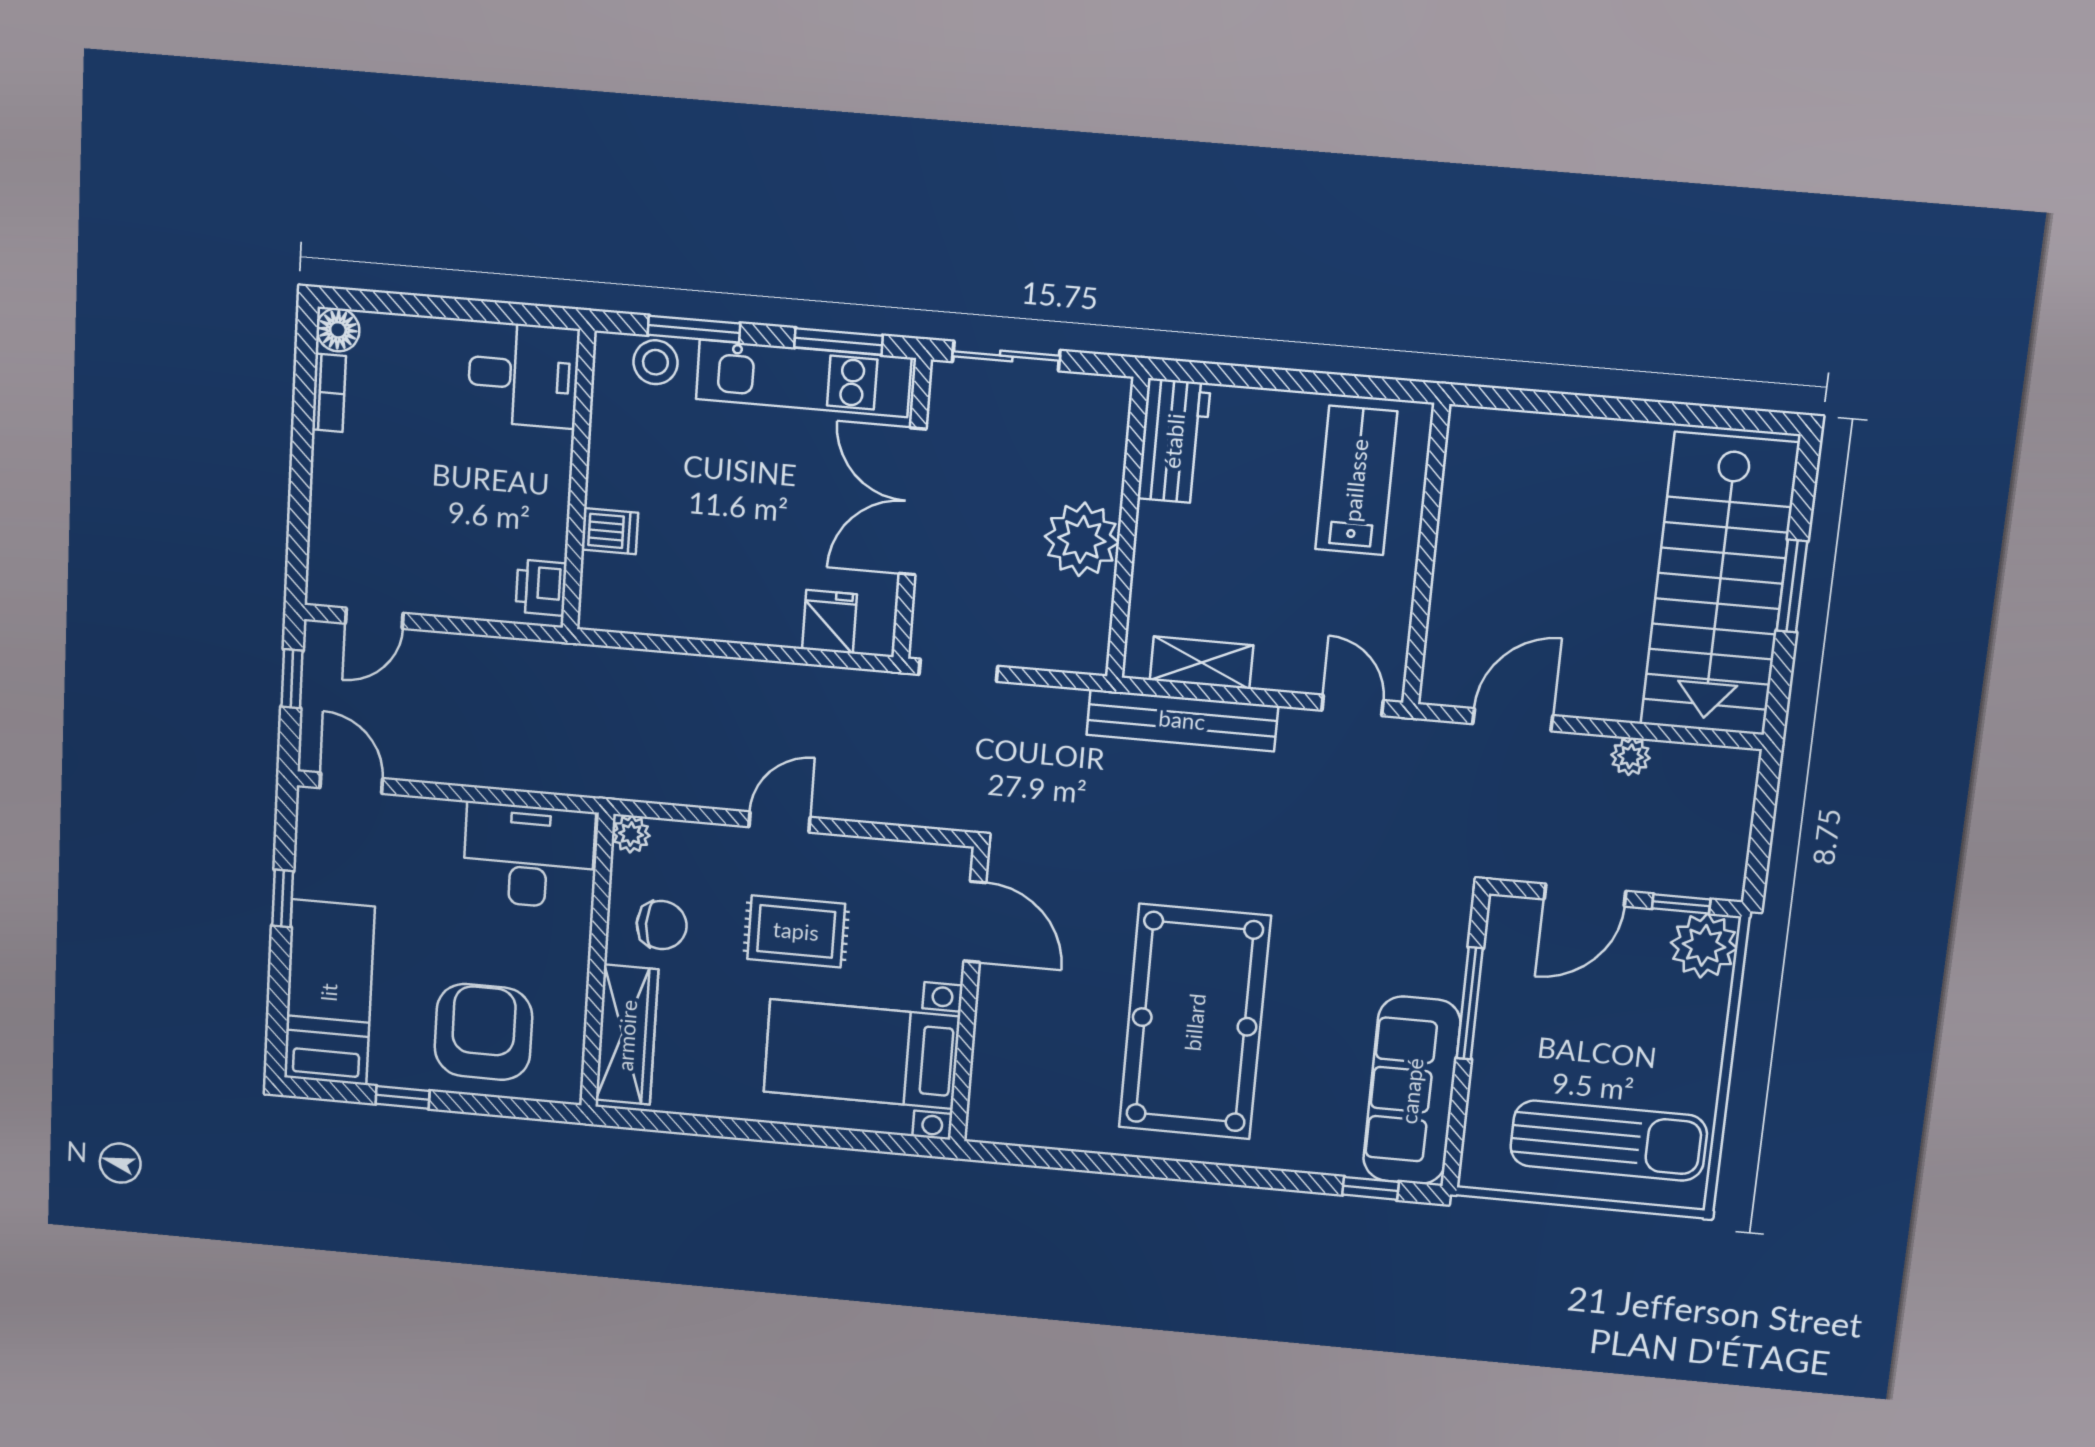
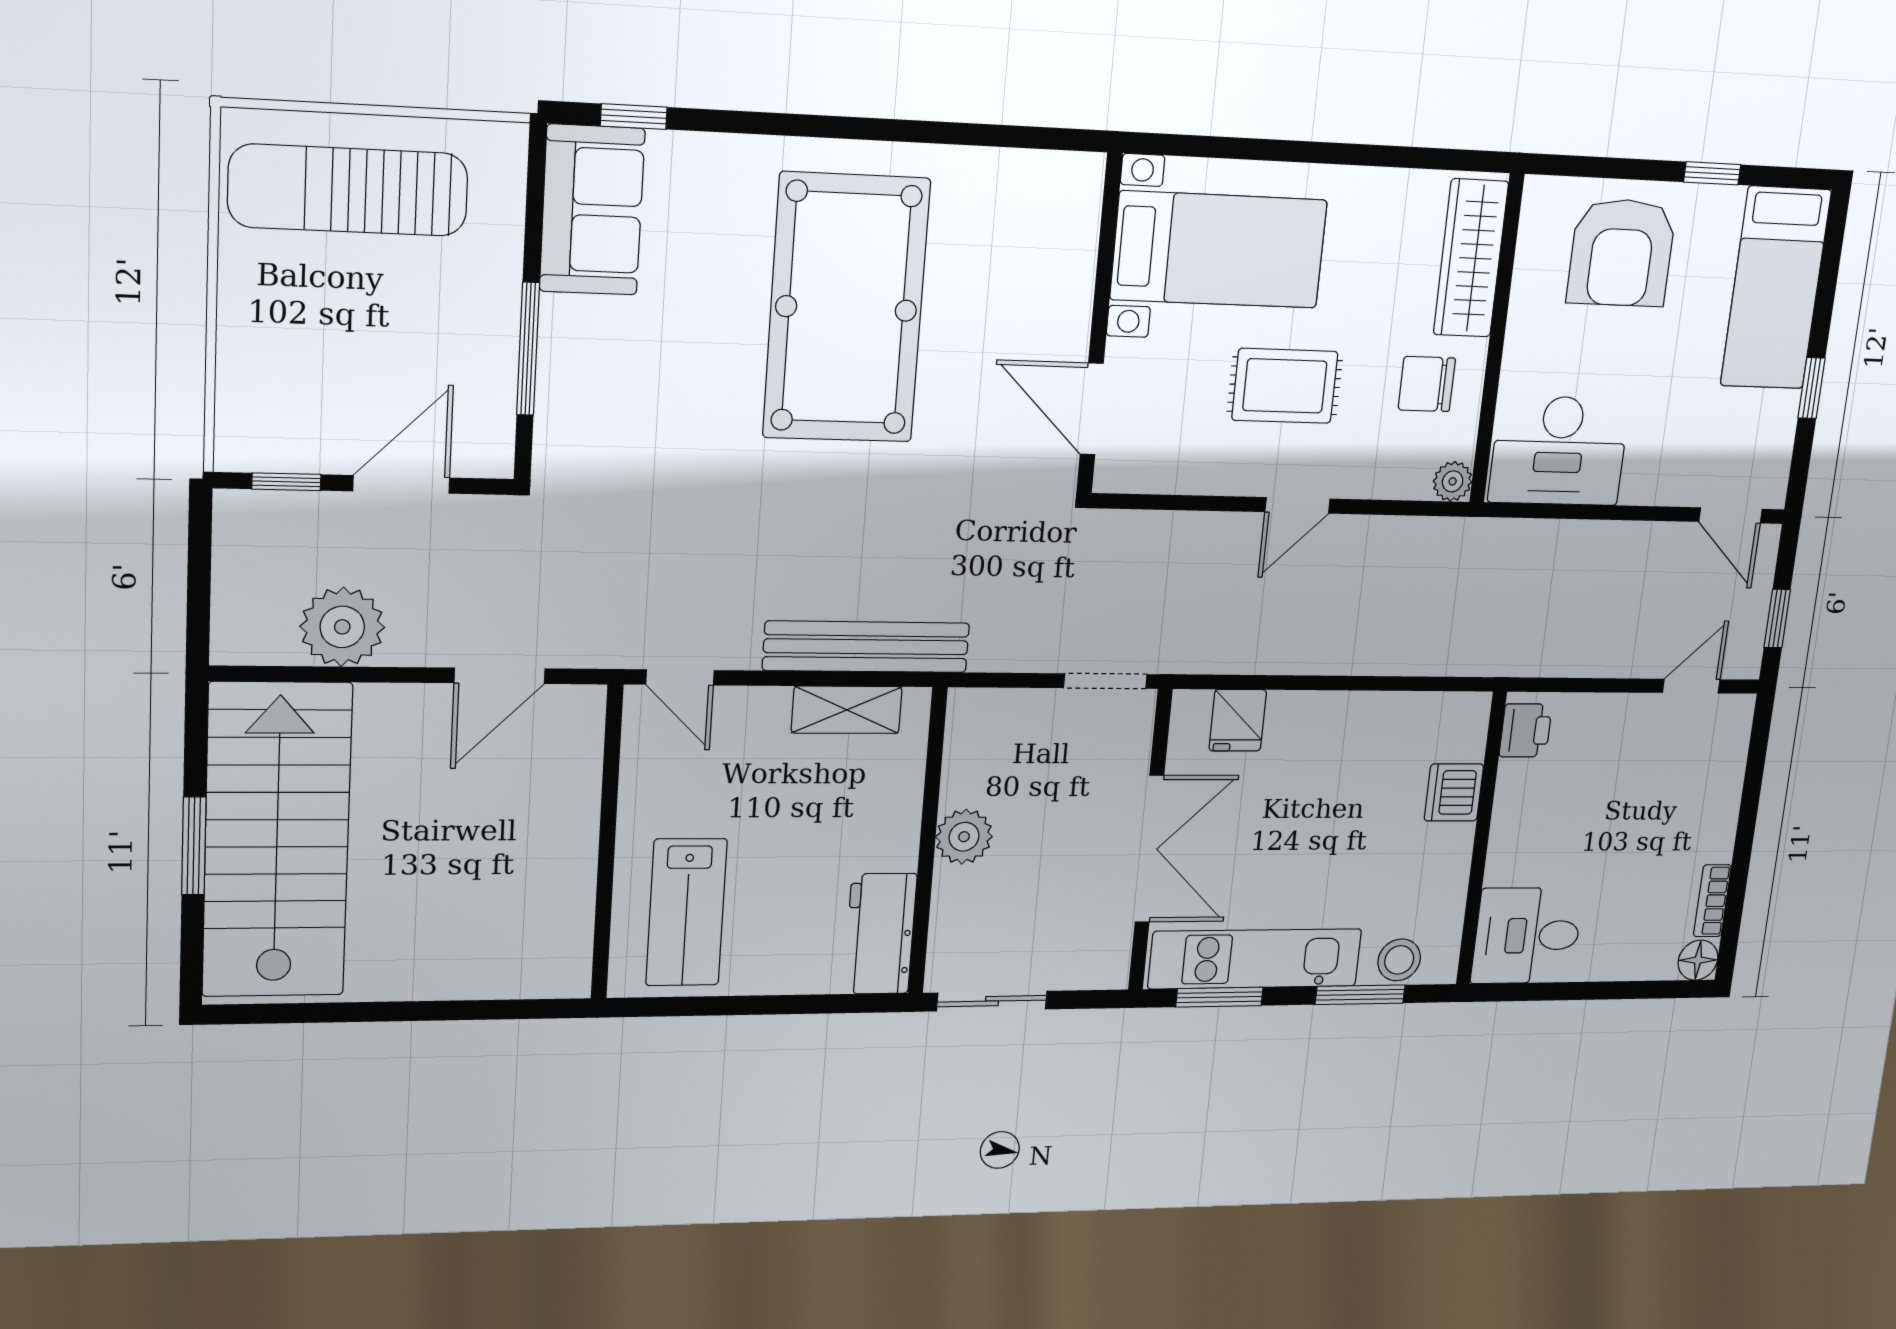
sliding door: (1006, 356) -> (992, 1001), moved
dishwasher: (610, 531) -> (1454, 792), width x1.38
plant: (1082, 539) -> (964, 837), width x0.73, depth x0.73
plant: (1631, 756) -> (342, 627), width x1.88, depth x1.88
plant: (1704, 945) -> (254, 435), removed
sofa: (1412, 1091) -> (592, 210), width x0.73

